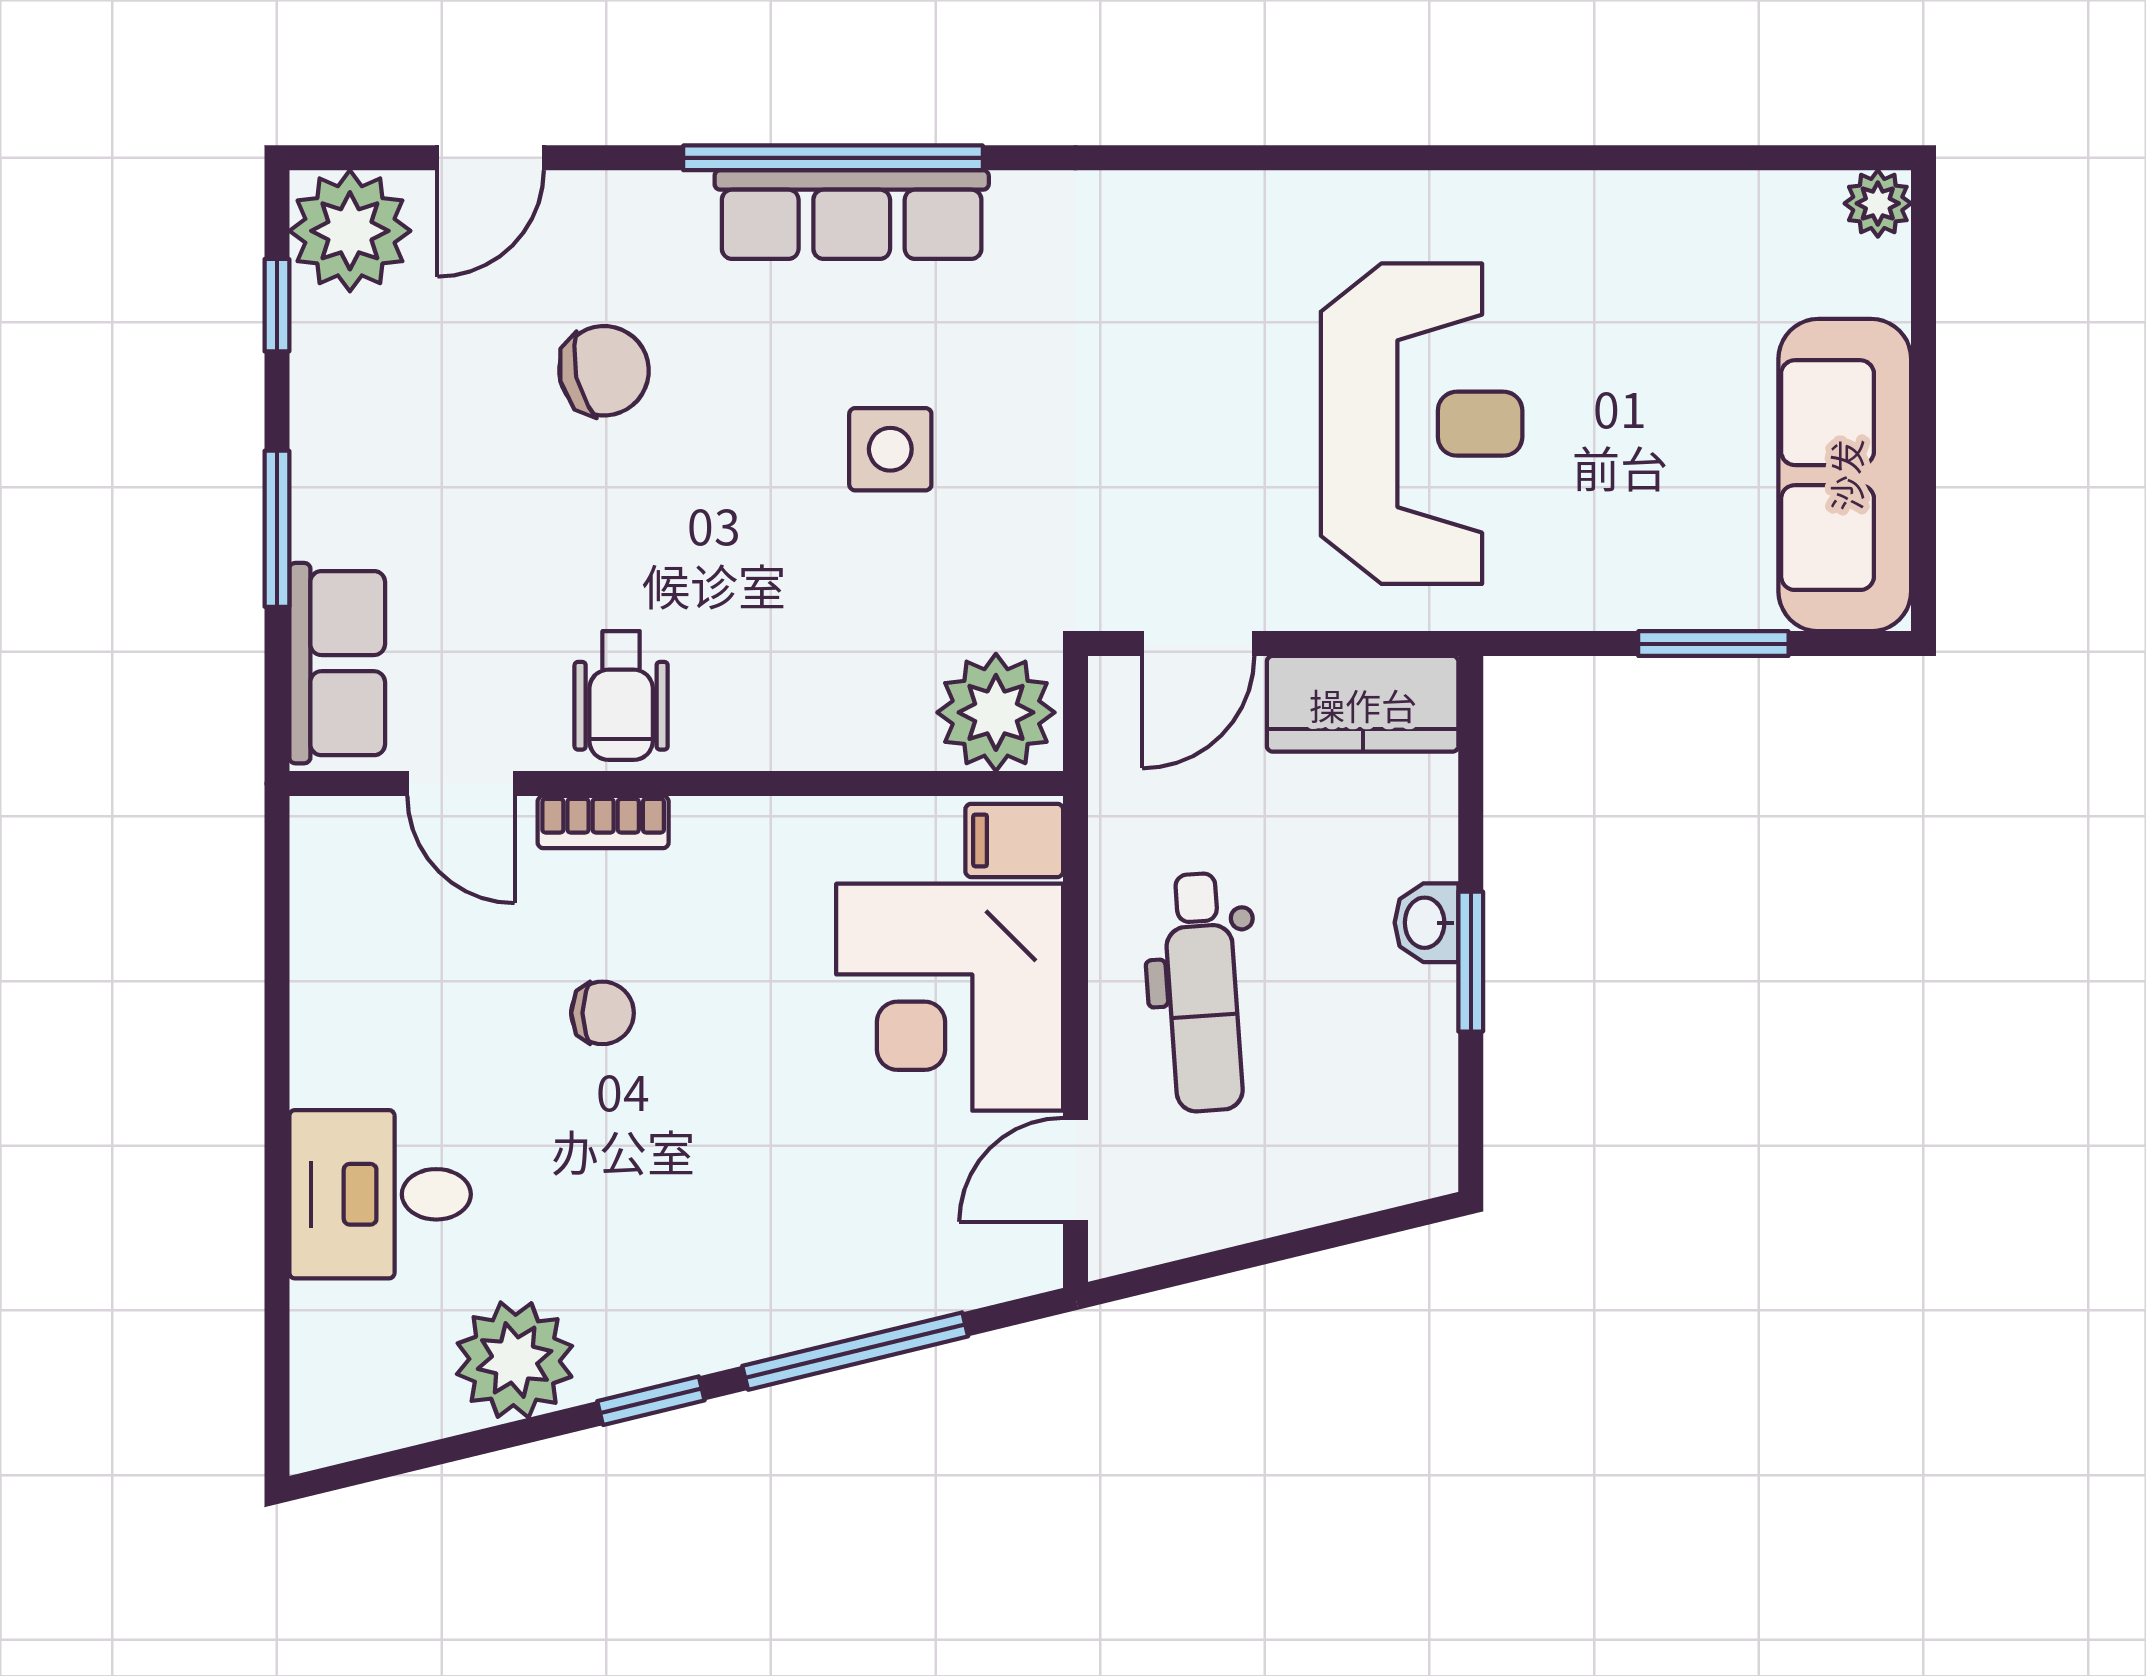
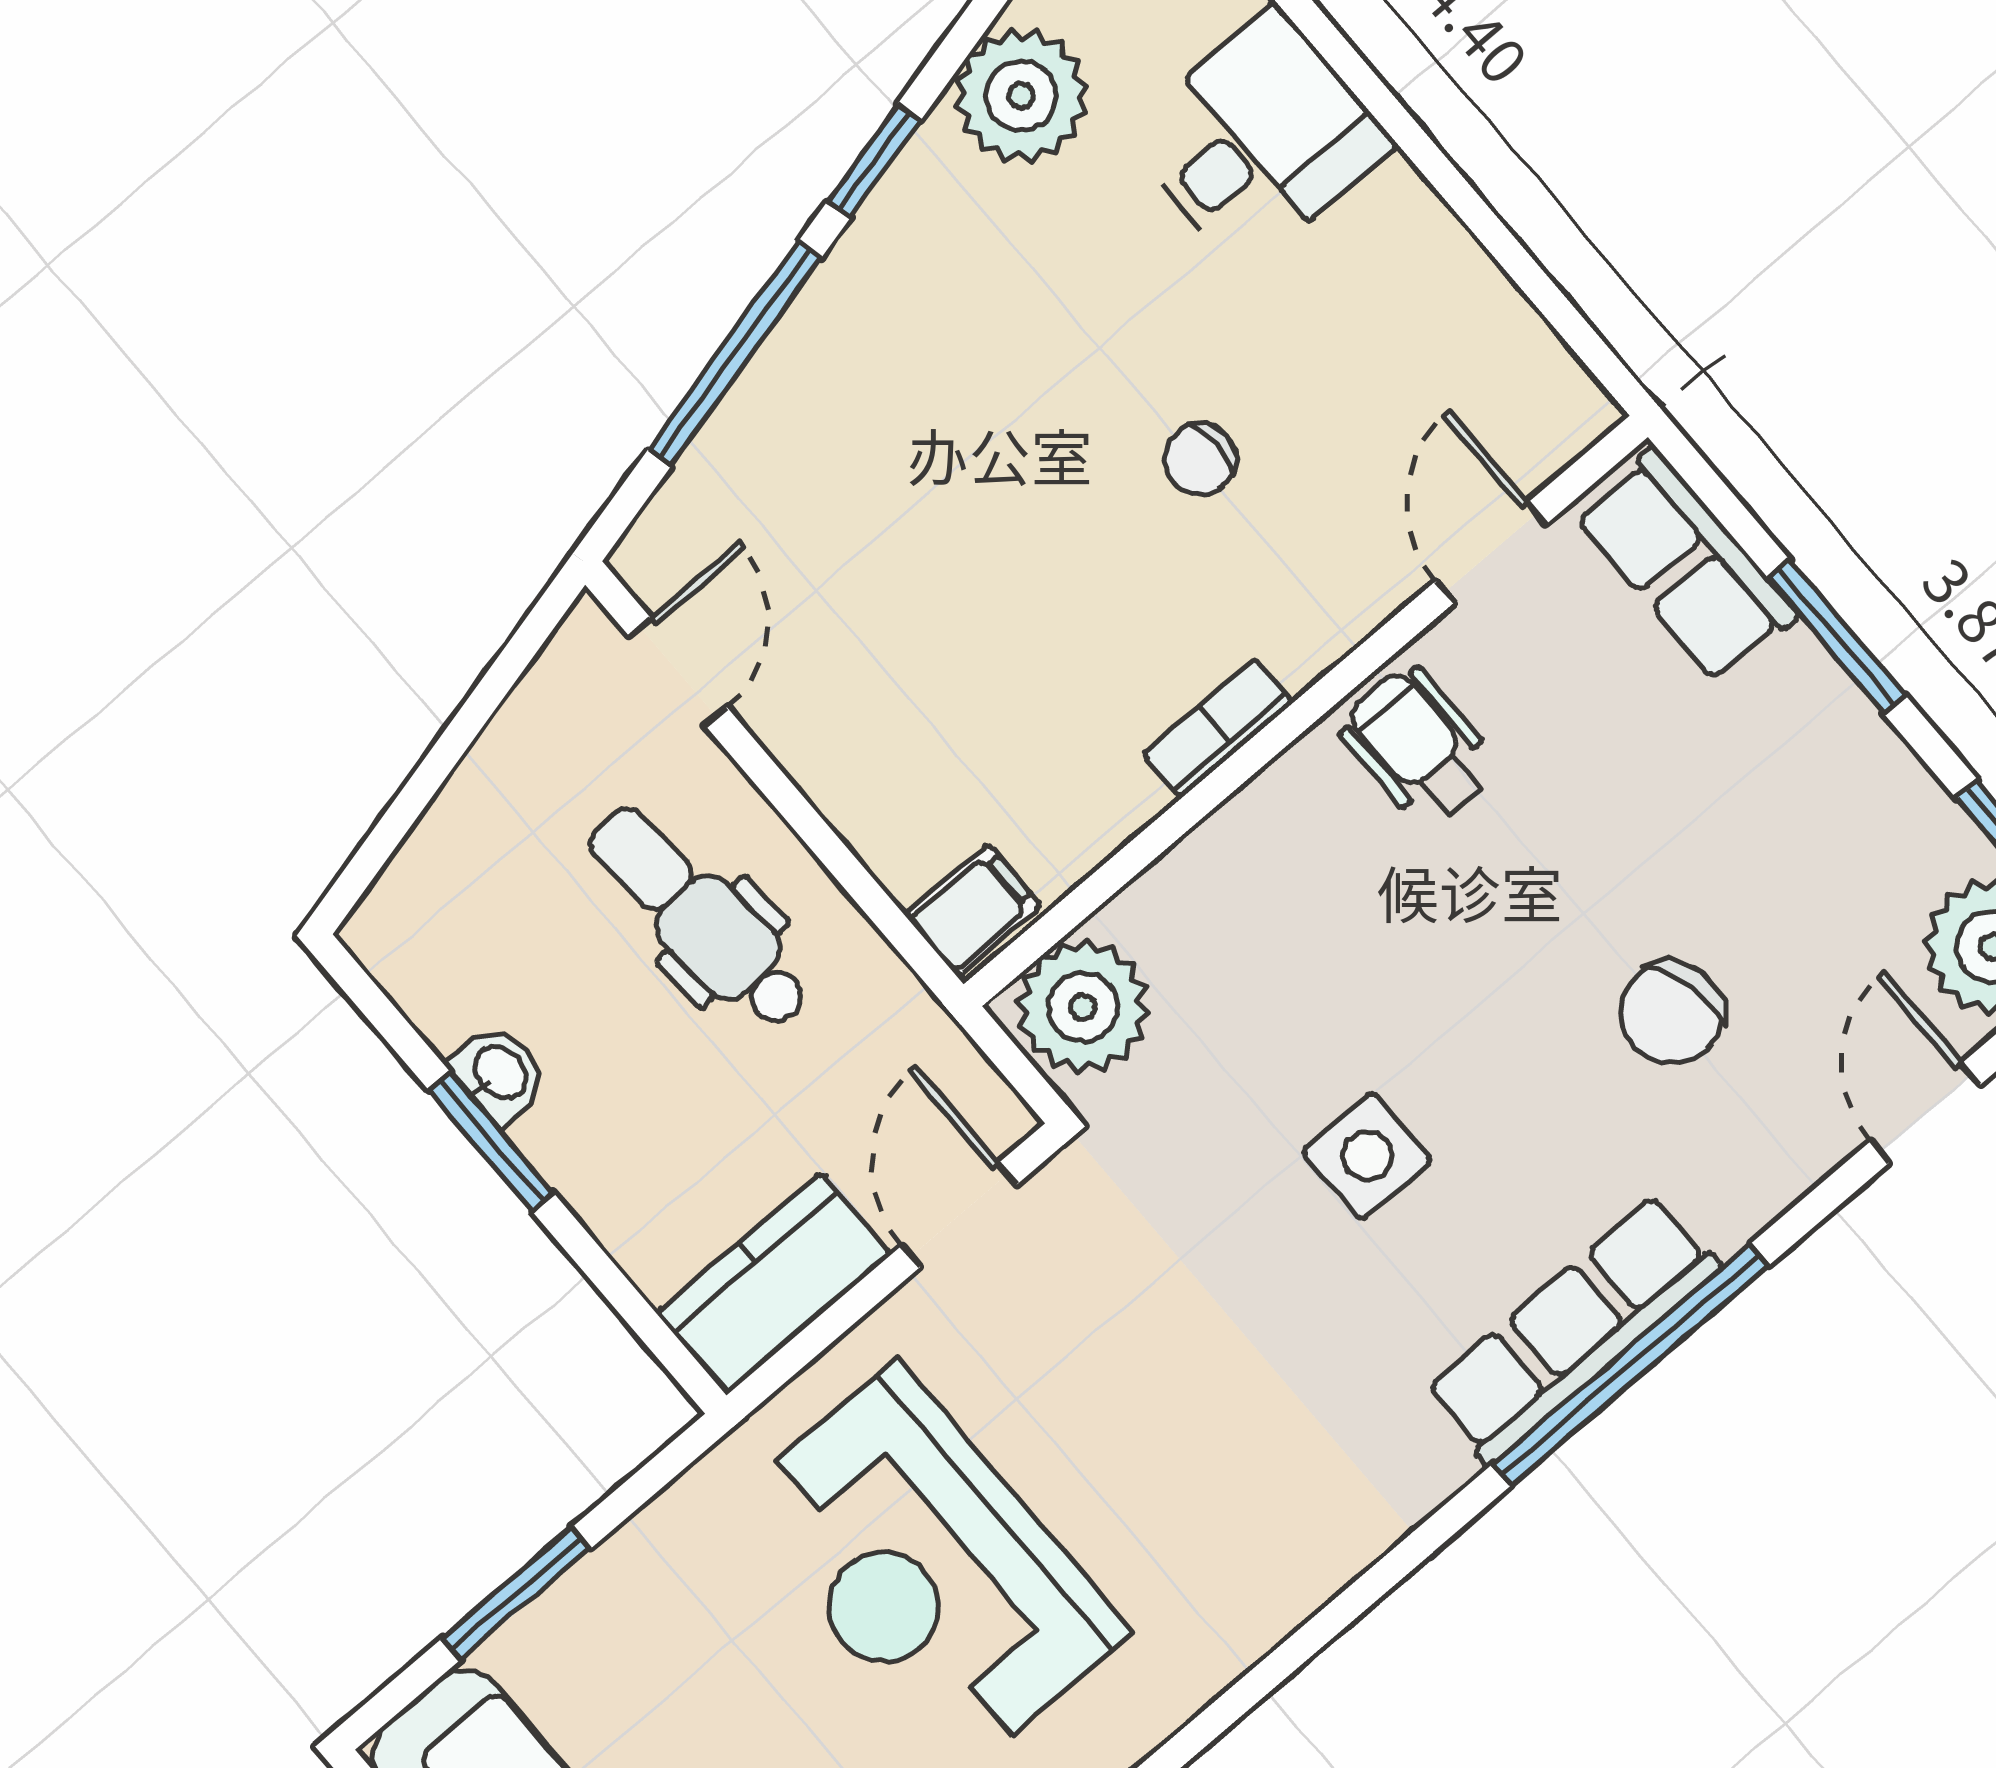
door: (461, 784) -> (1491, 553), hinge flipped
bookcase: (603, 822) -> (1218, 728), moved
washbasin: (1426, 923) -> (499, 1074), moved
corner desk: (950, 997) -> (913, 728), removed

